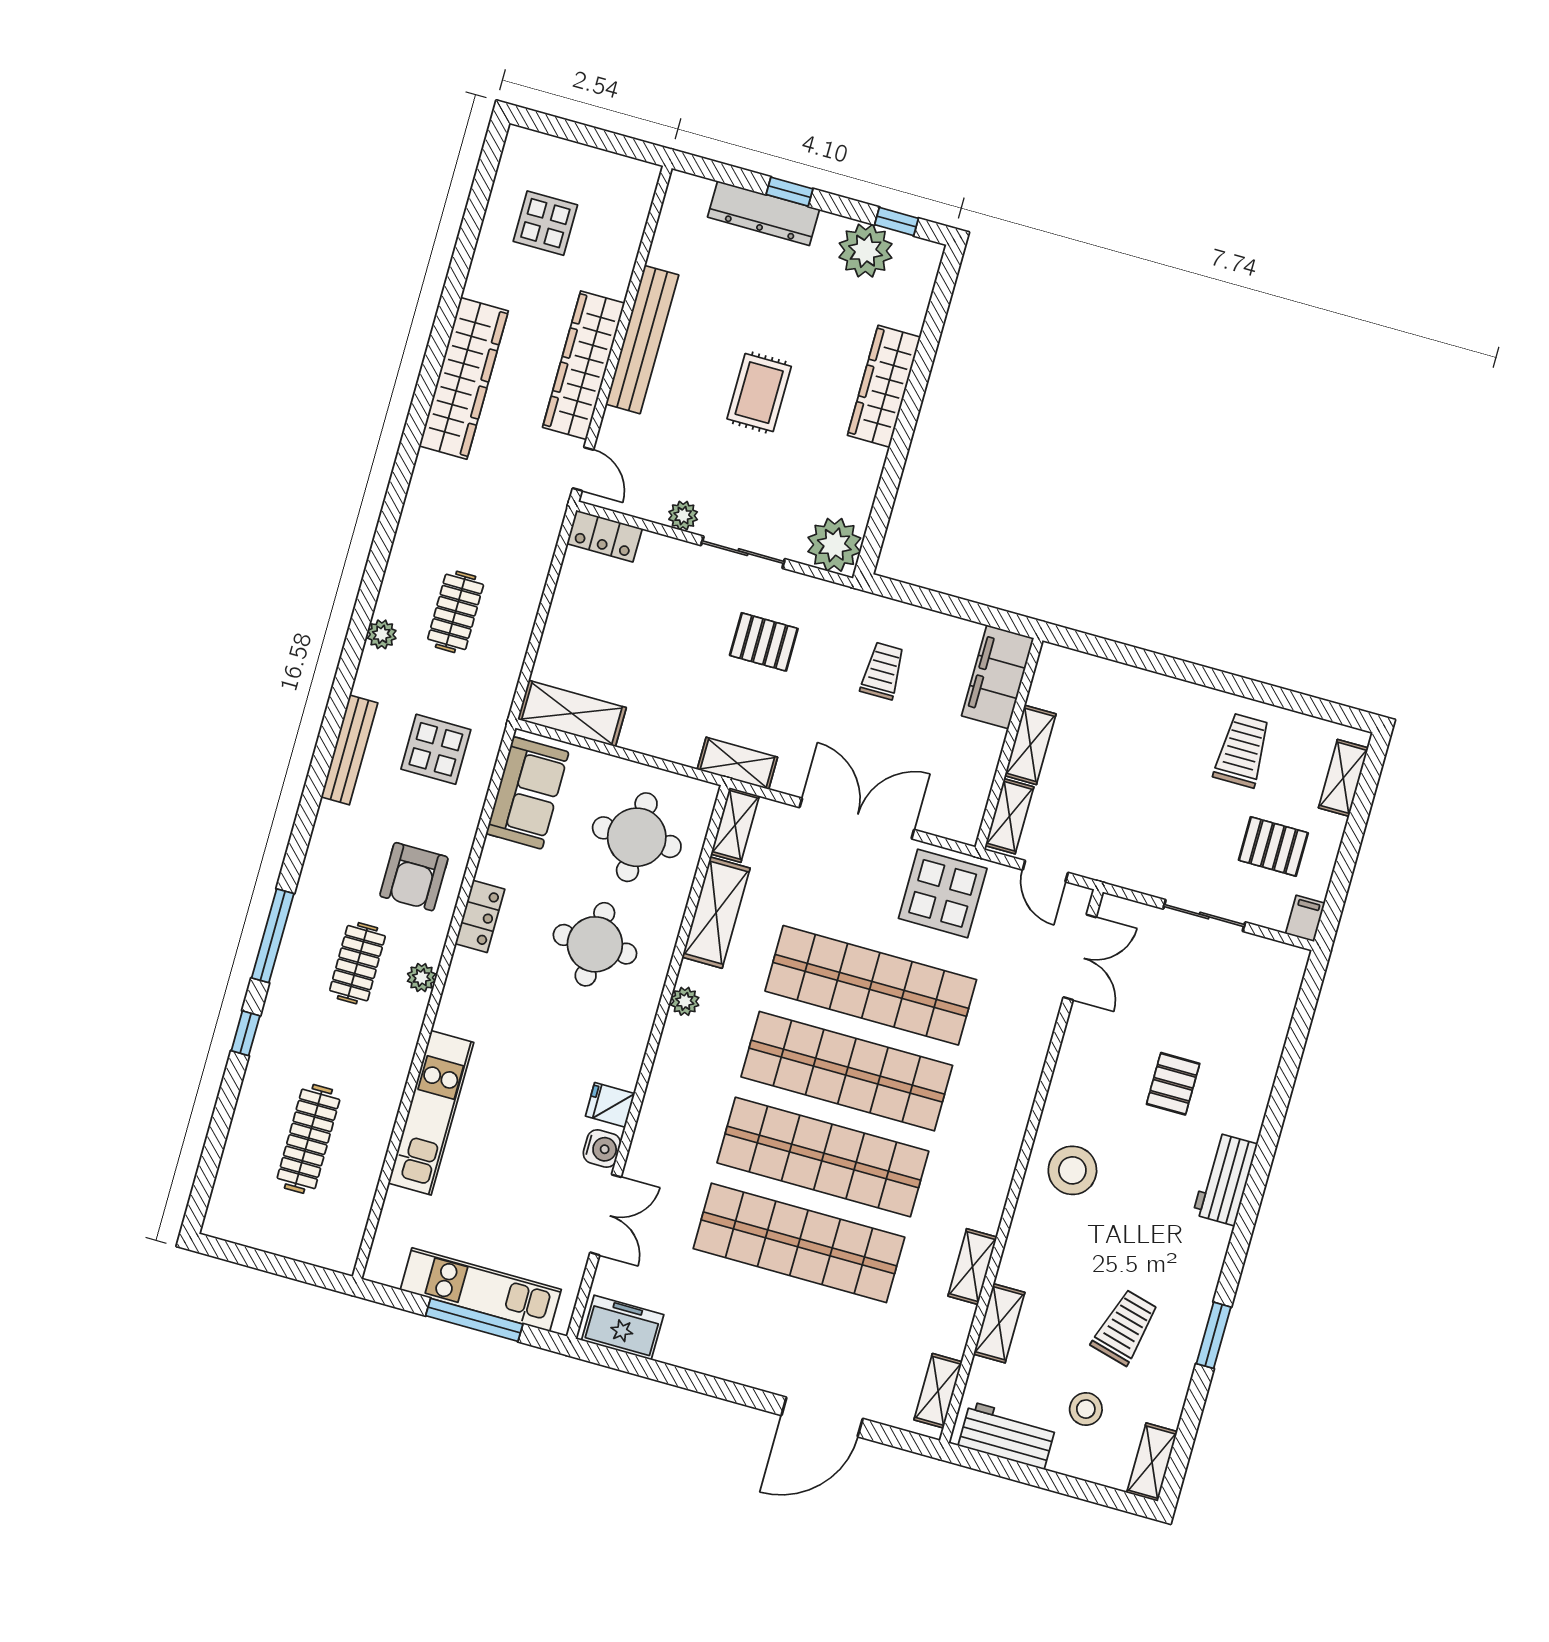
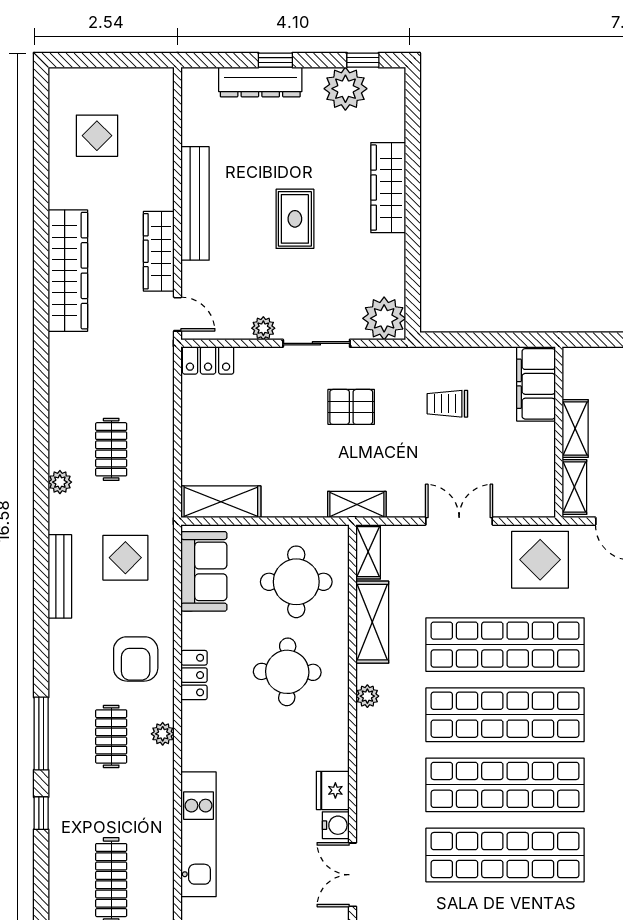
wardrobe: (584, 365) -> (159, 251), width x0.71, depth x0.85
trolley: (883, 671) -> (447, 404), turned -90
double door: (857, 819) -> (459, 521), width x0.73
fridge: (610, 1105) -> (333, 790), width x1.38
double door: (606, 1215) -> (353, 875), swing flipped

